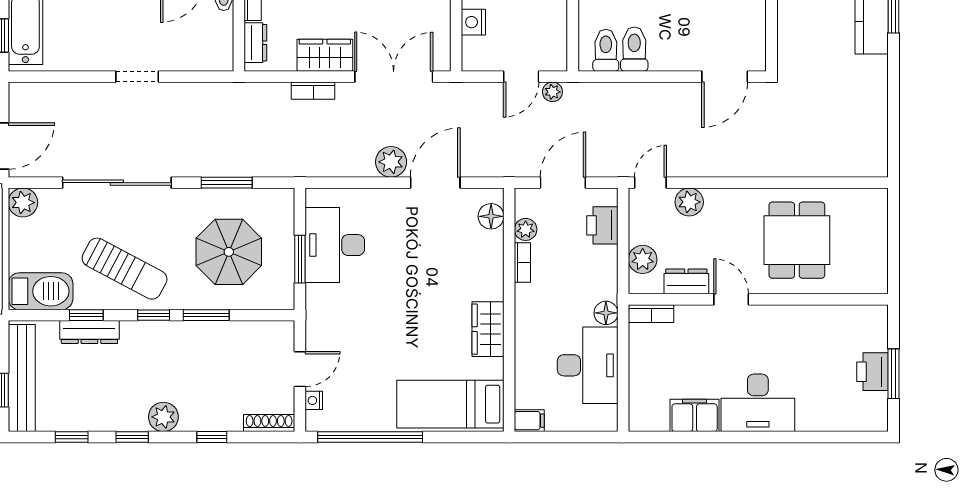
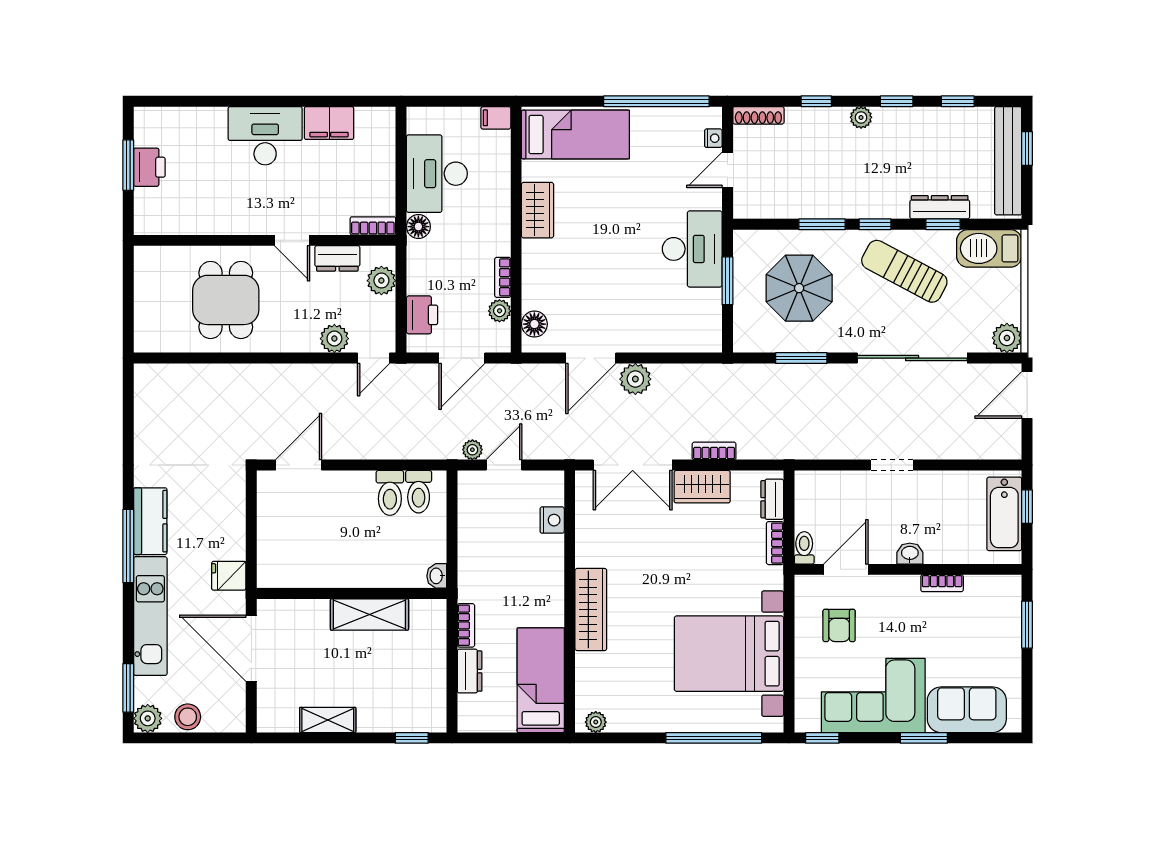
desk: (335, 245) -> (692, 249), moved
plant: (163, 417) -> (861, 117), width x0.73, depth x0.73

